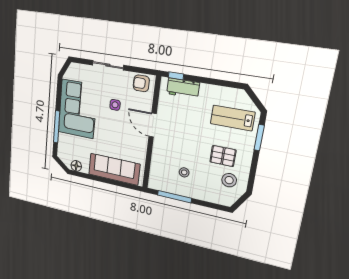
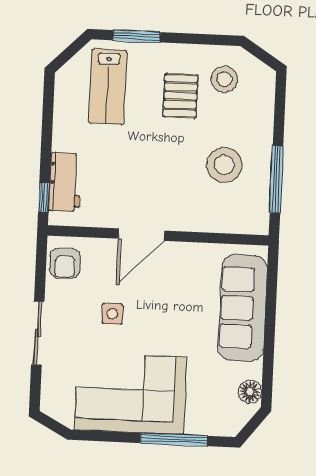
stool: (184, 172) -> (224, 165), width x1.89, depth x1.89

